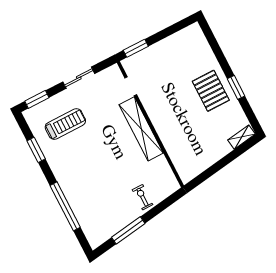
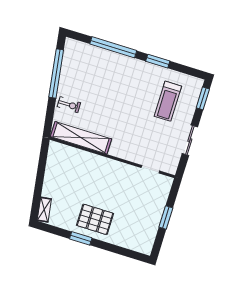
window: (136, 48) -> (166, 218), moved
shelving: (141, 129) -> (81, 138), moved
window: (36, 150) -> (158, 61), moved
window: (128, 230) -> (56, 74), width x1.46

